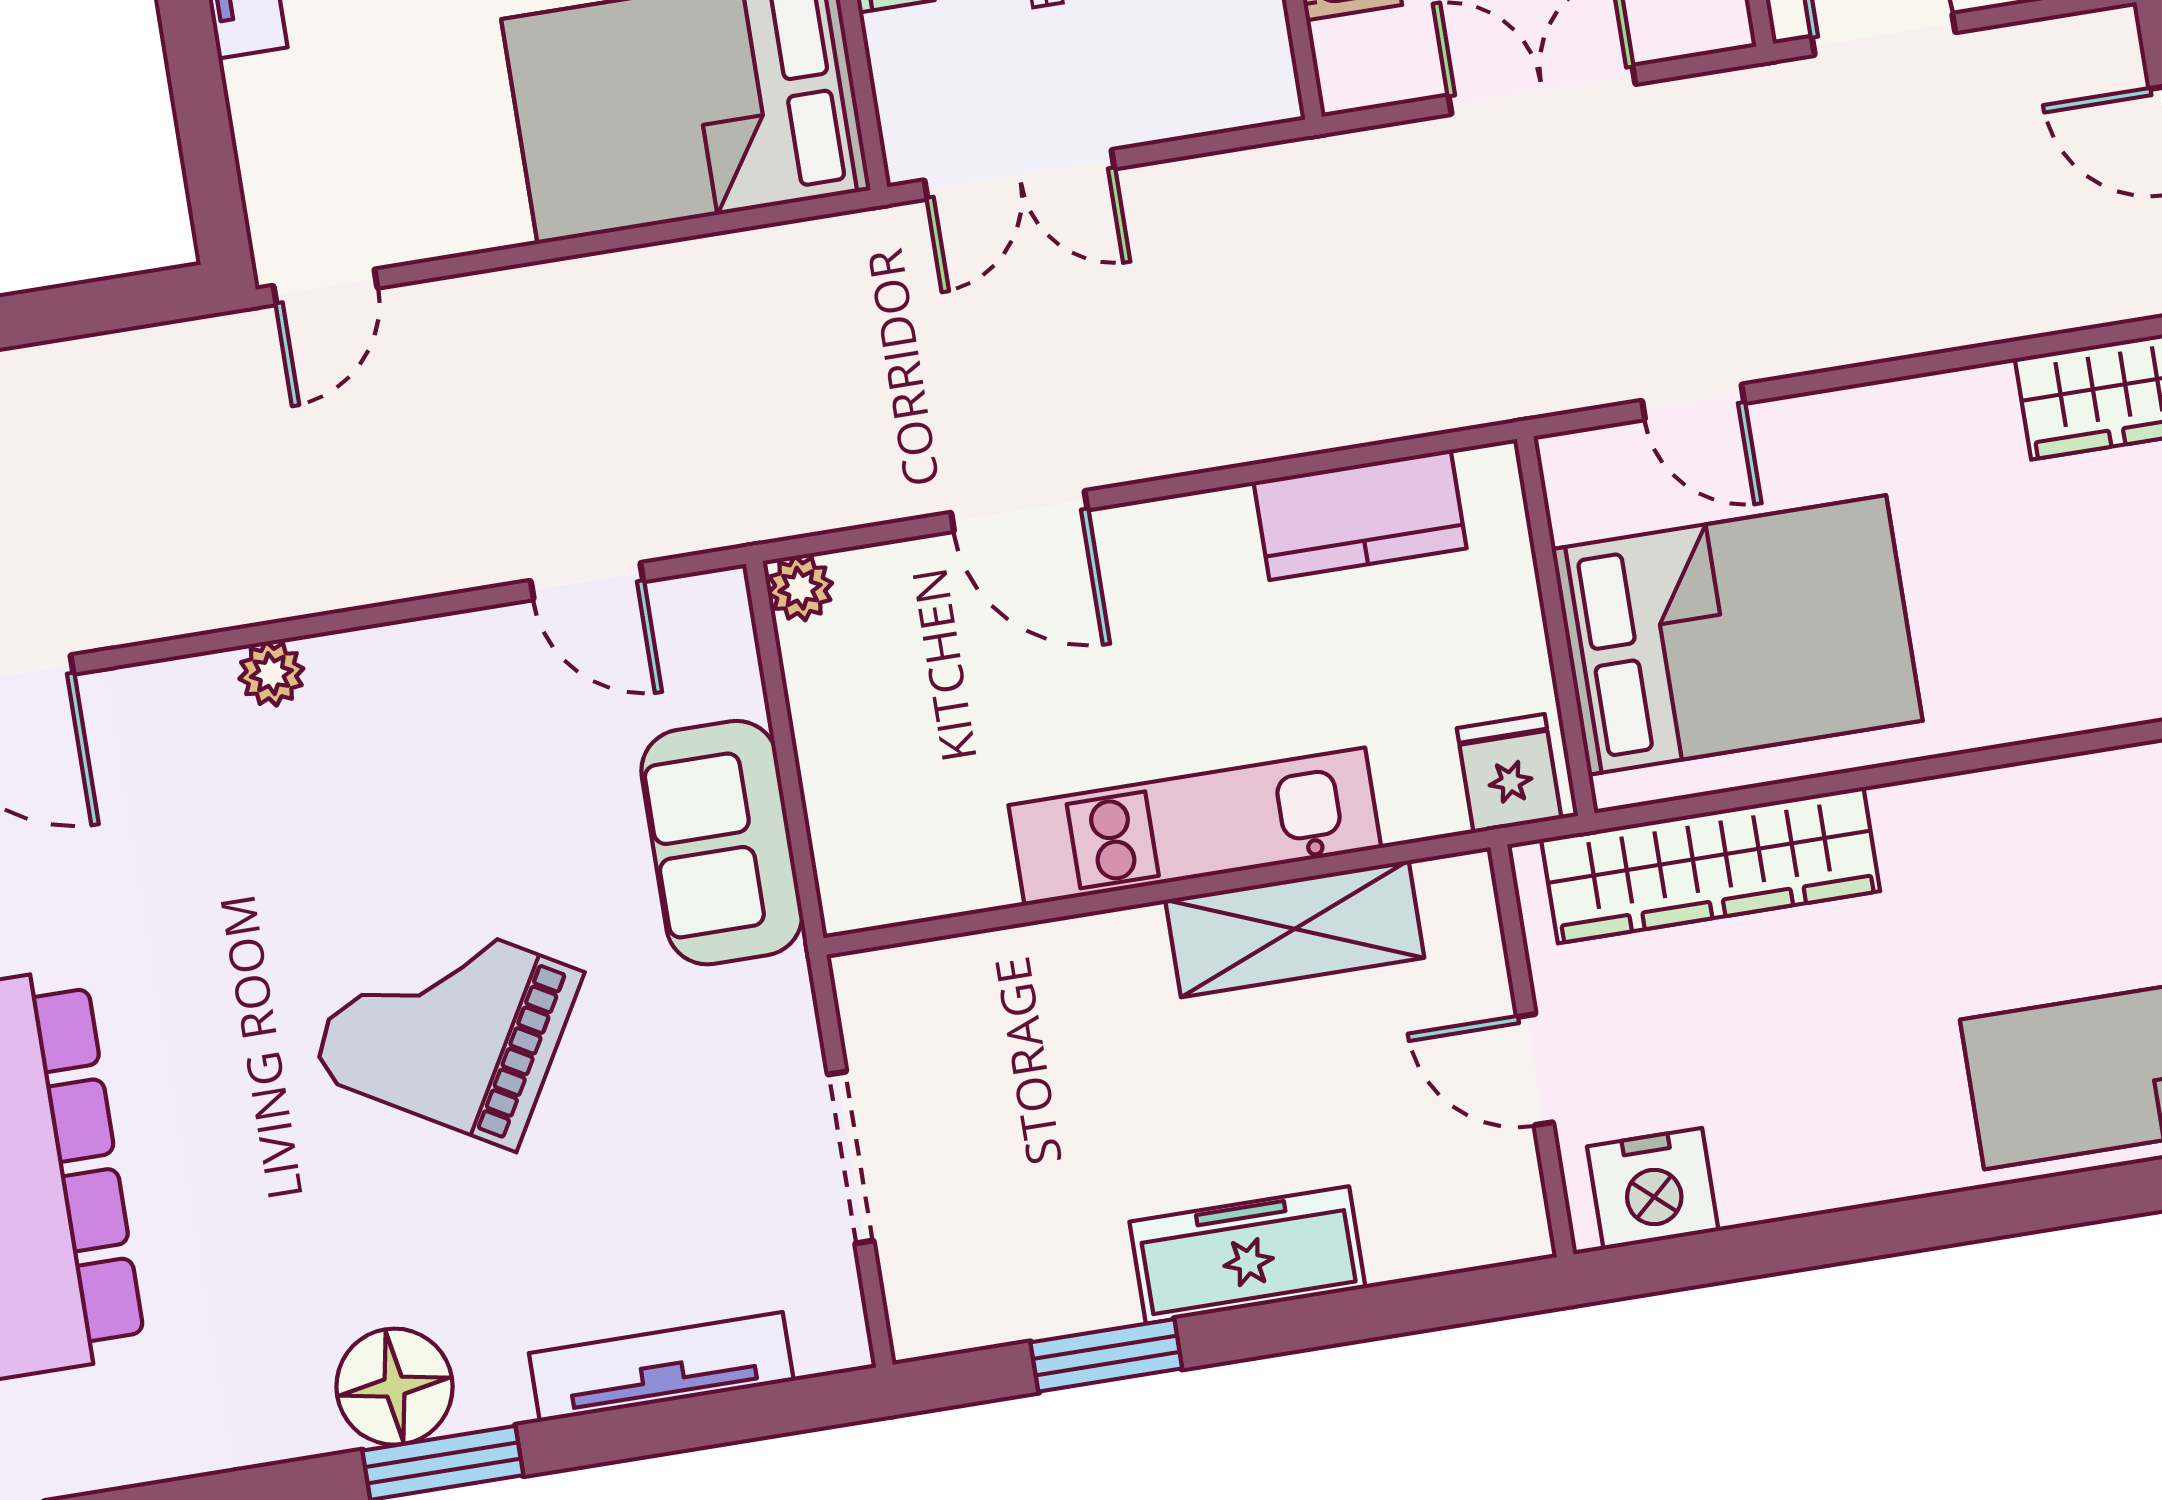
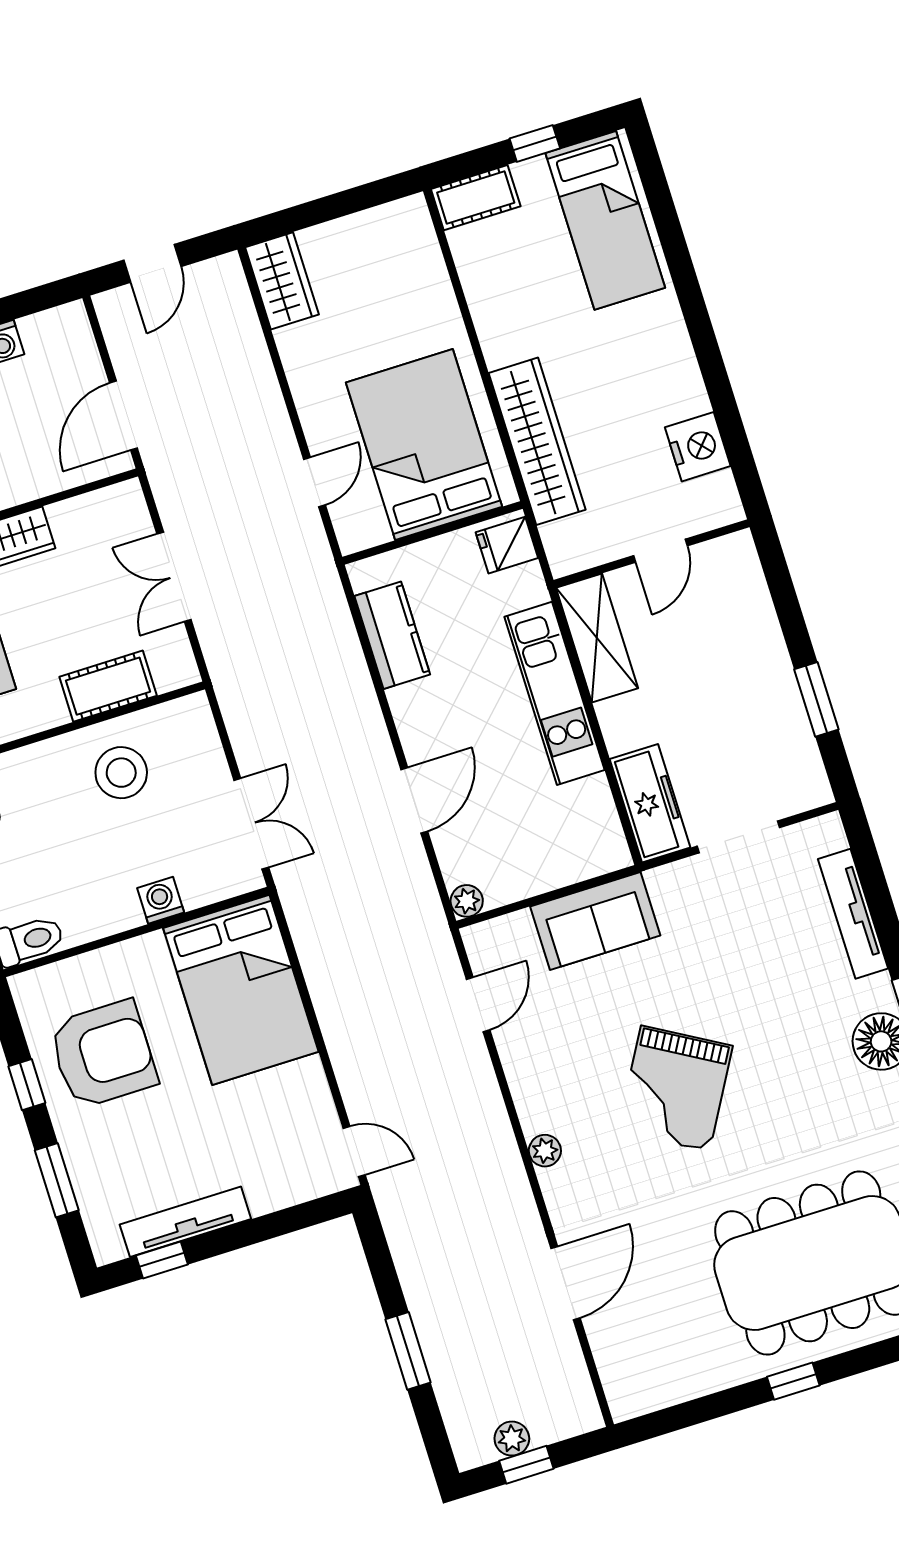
grand piano: (447, 1023) -> (675, 1089), moved
wall: (1532, 1051) -> (652, 554), moved
door: (1535, 1070) -> (660, 551), moved
freezer: (1247, 1255) -> (650, 803), moved, turned 180

